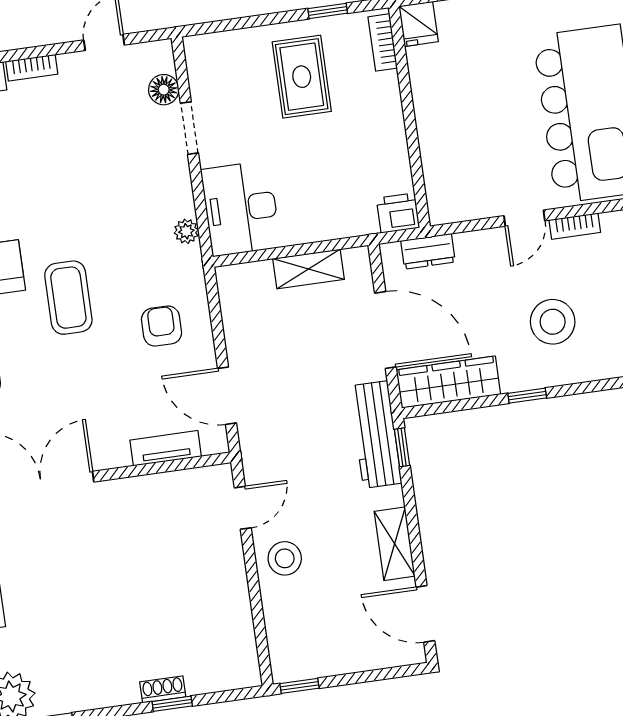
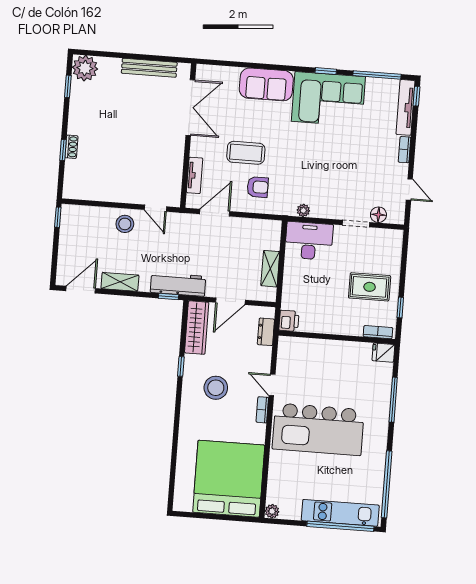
coffee table: (68, 298) -> (246, 153), moved
door: (385, 330) -> (230, 301), width x0.73

